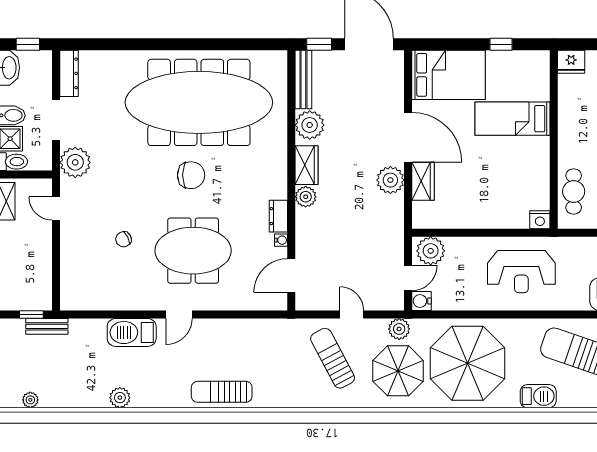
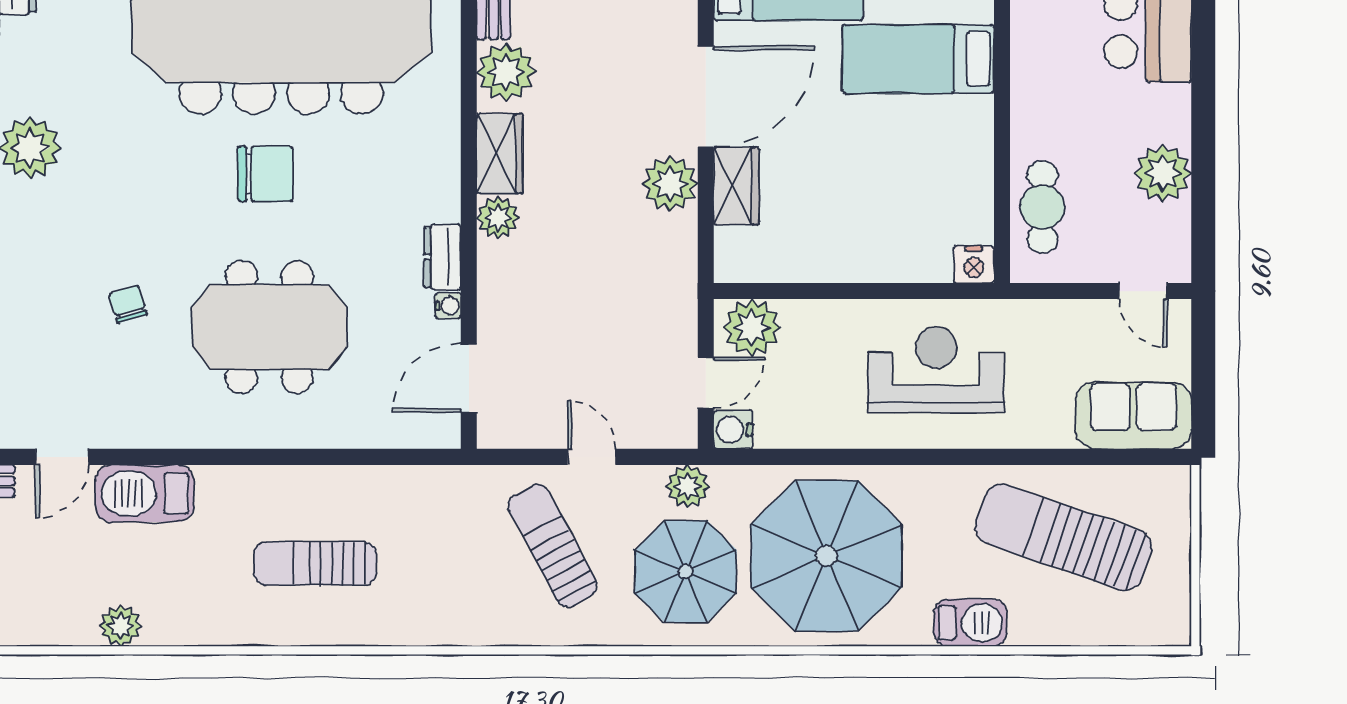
door: (408, 137) -> (706, 97), hinge flipped
chair: (124, 239) -> (128, 304), turned 101
reception desk: (521, 272) -> (936, 370), turned 180
door: (179, 315) -> (62, 457), moved
sun lounger: (222, 392) -> (315, 563), moved

